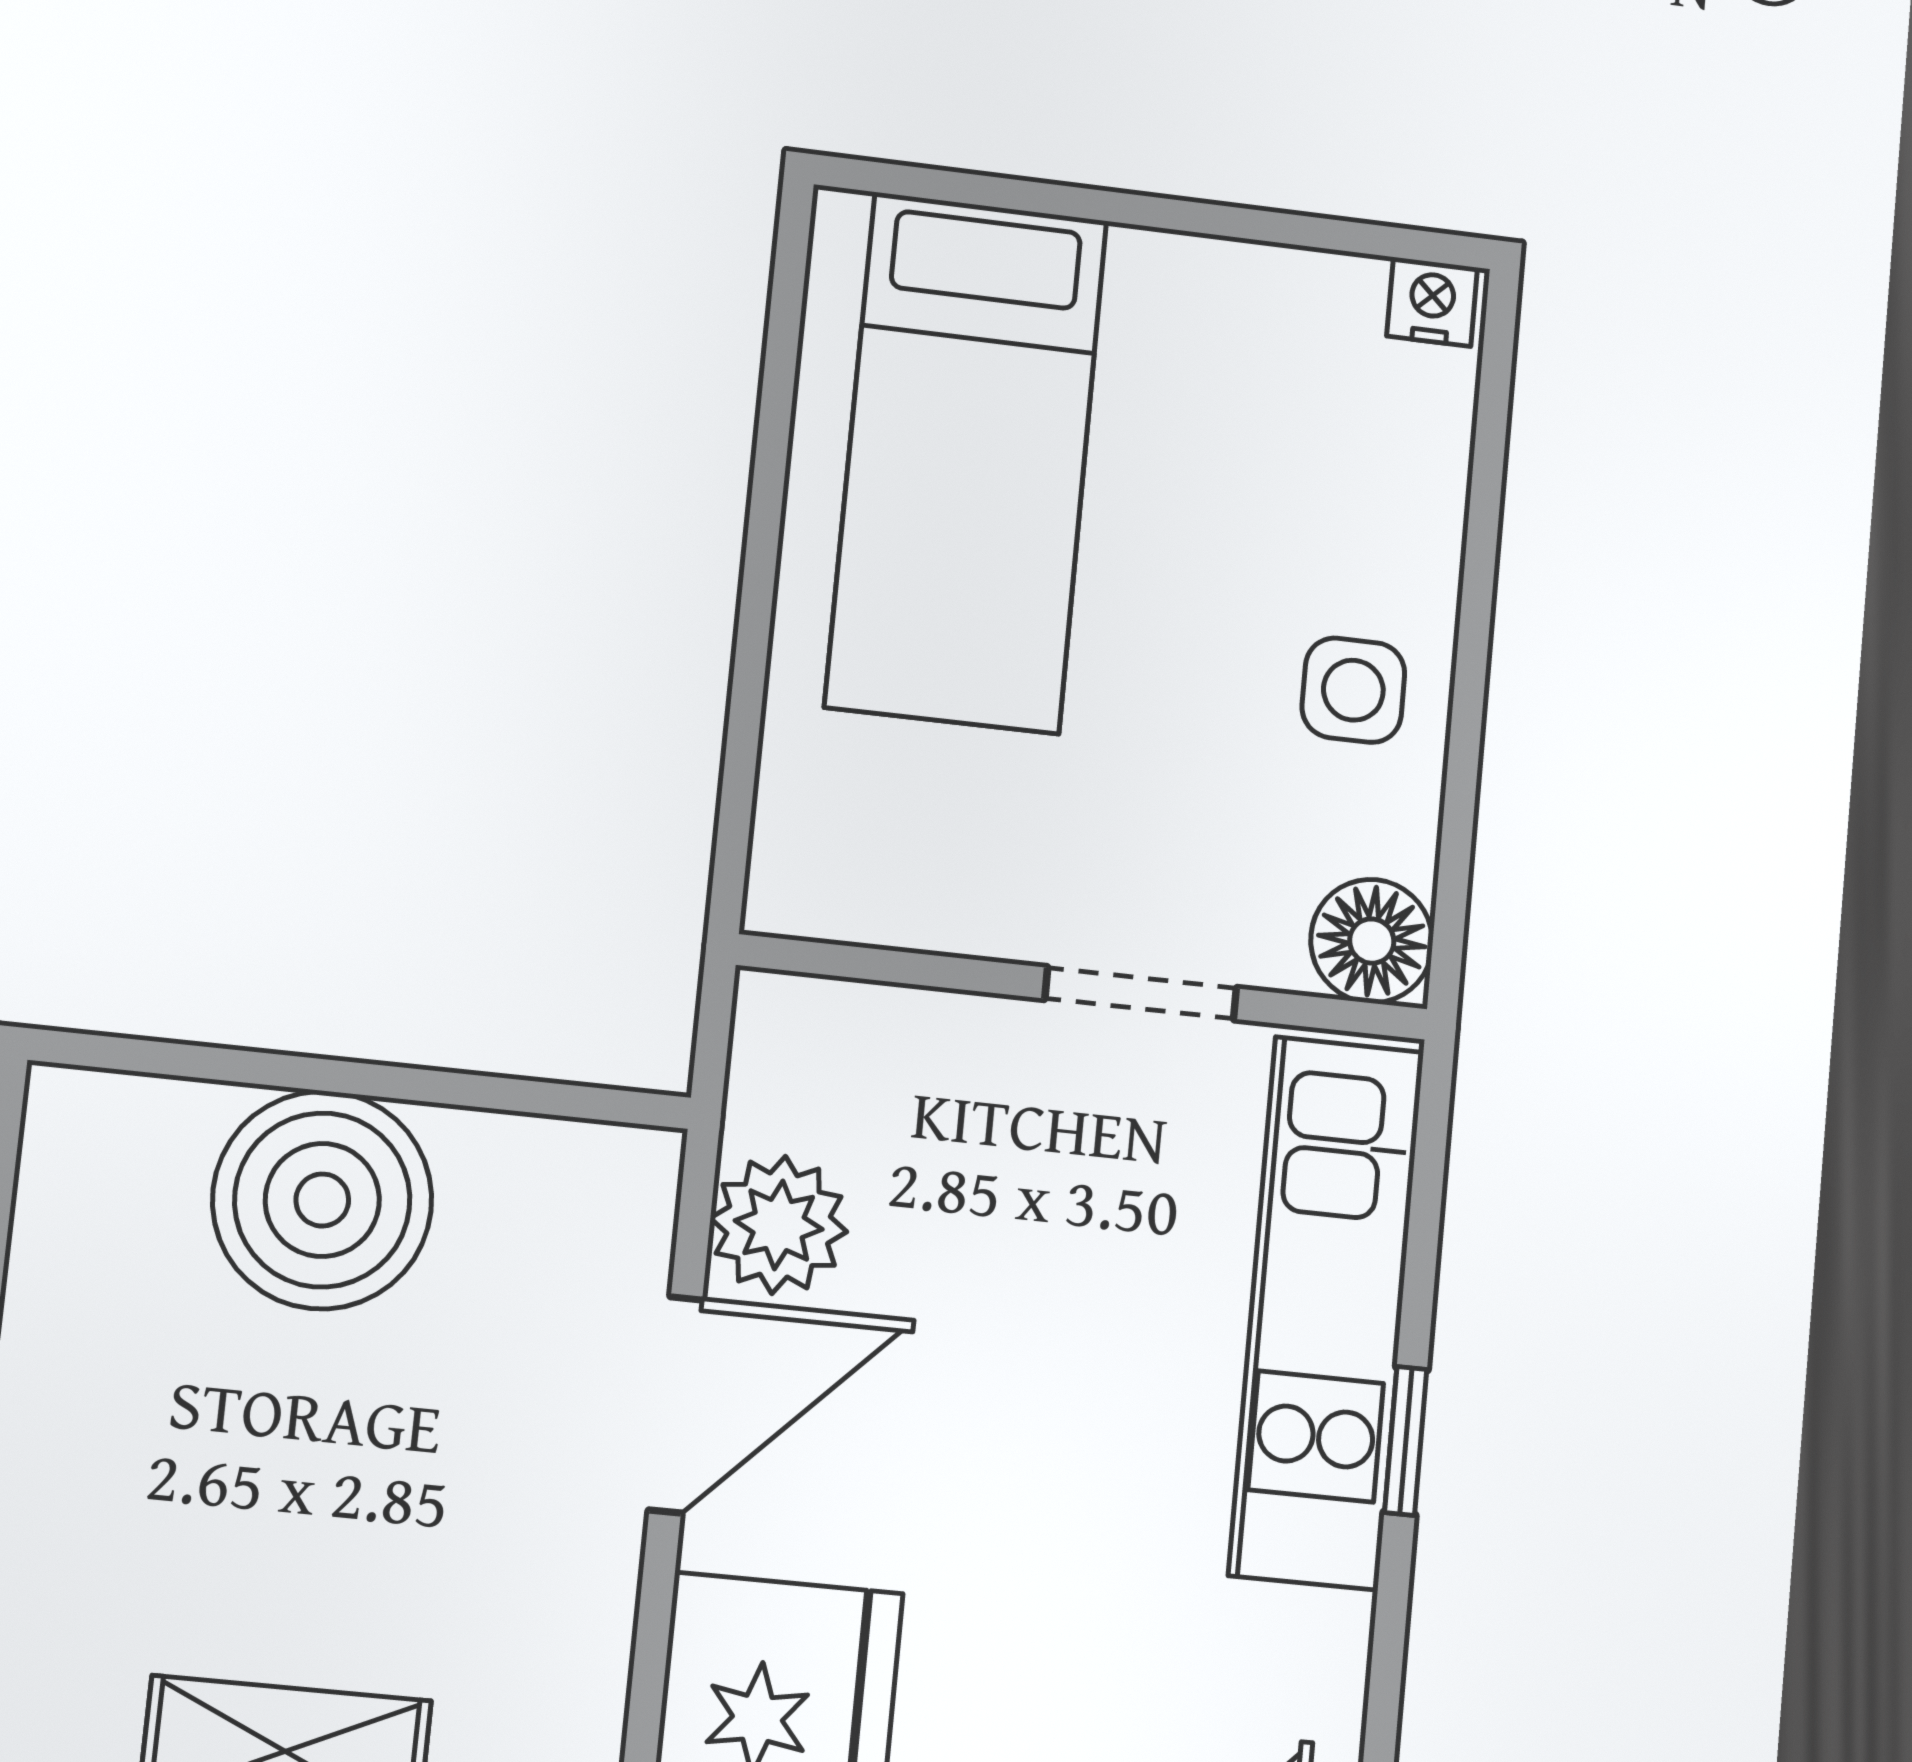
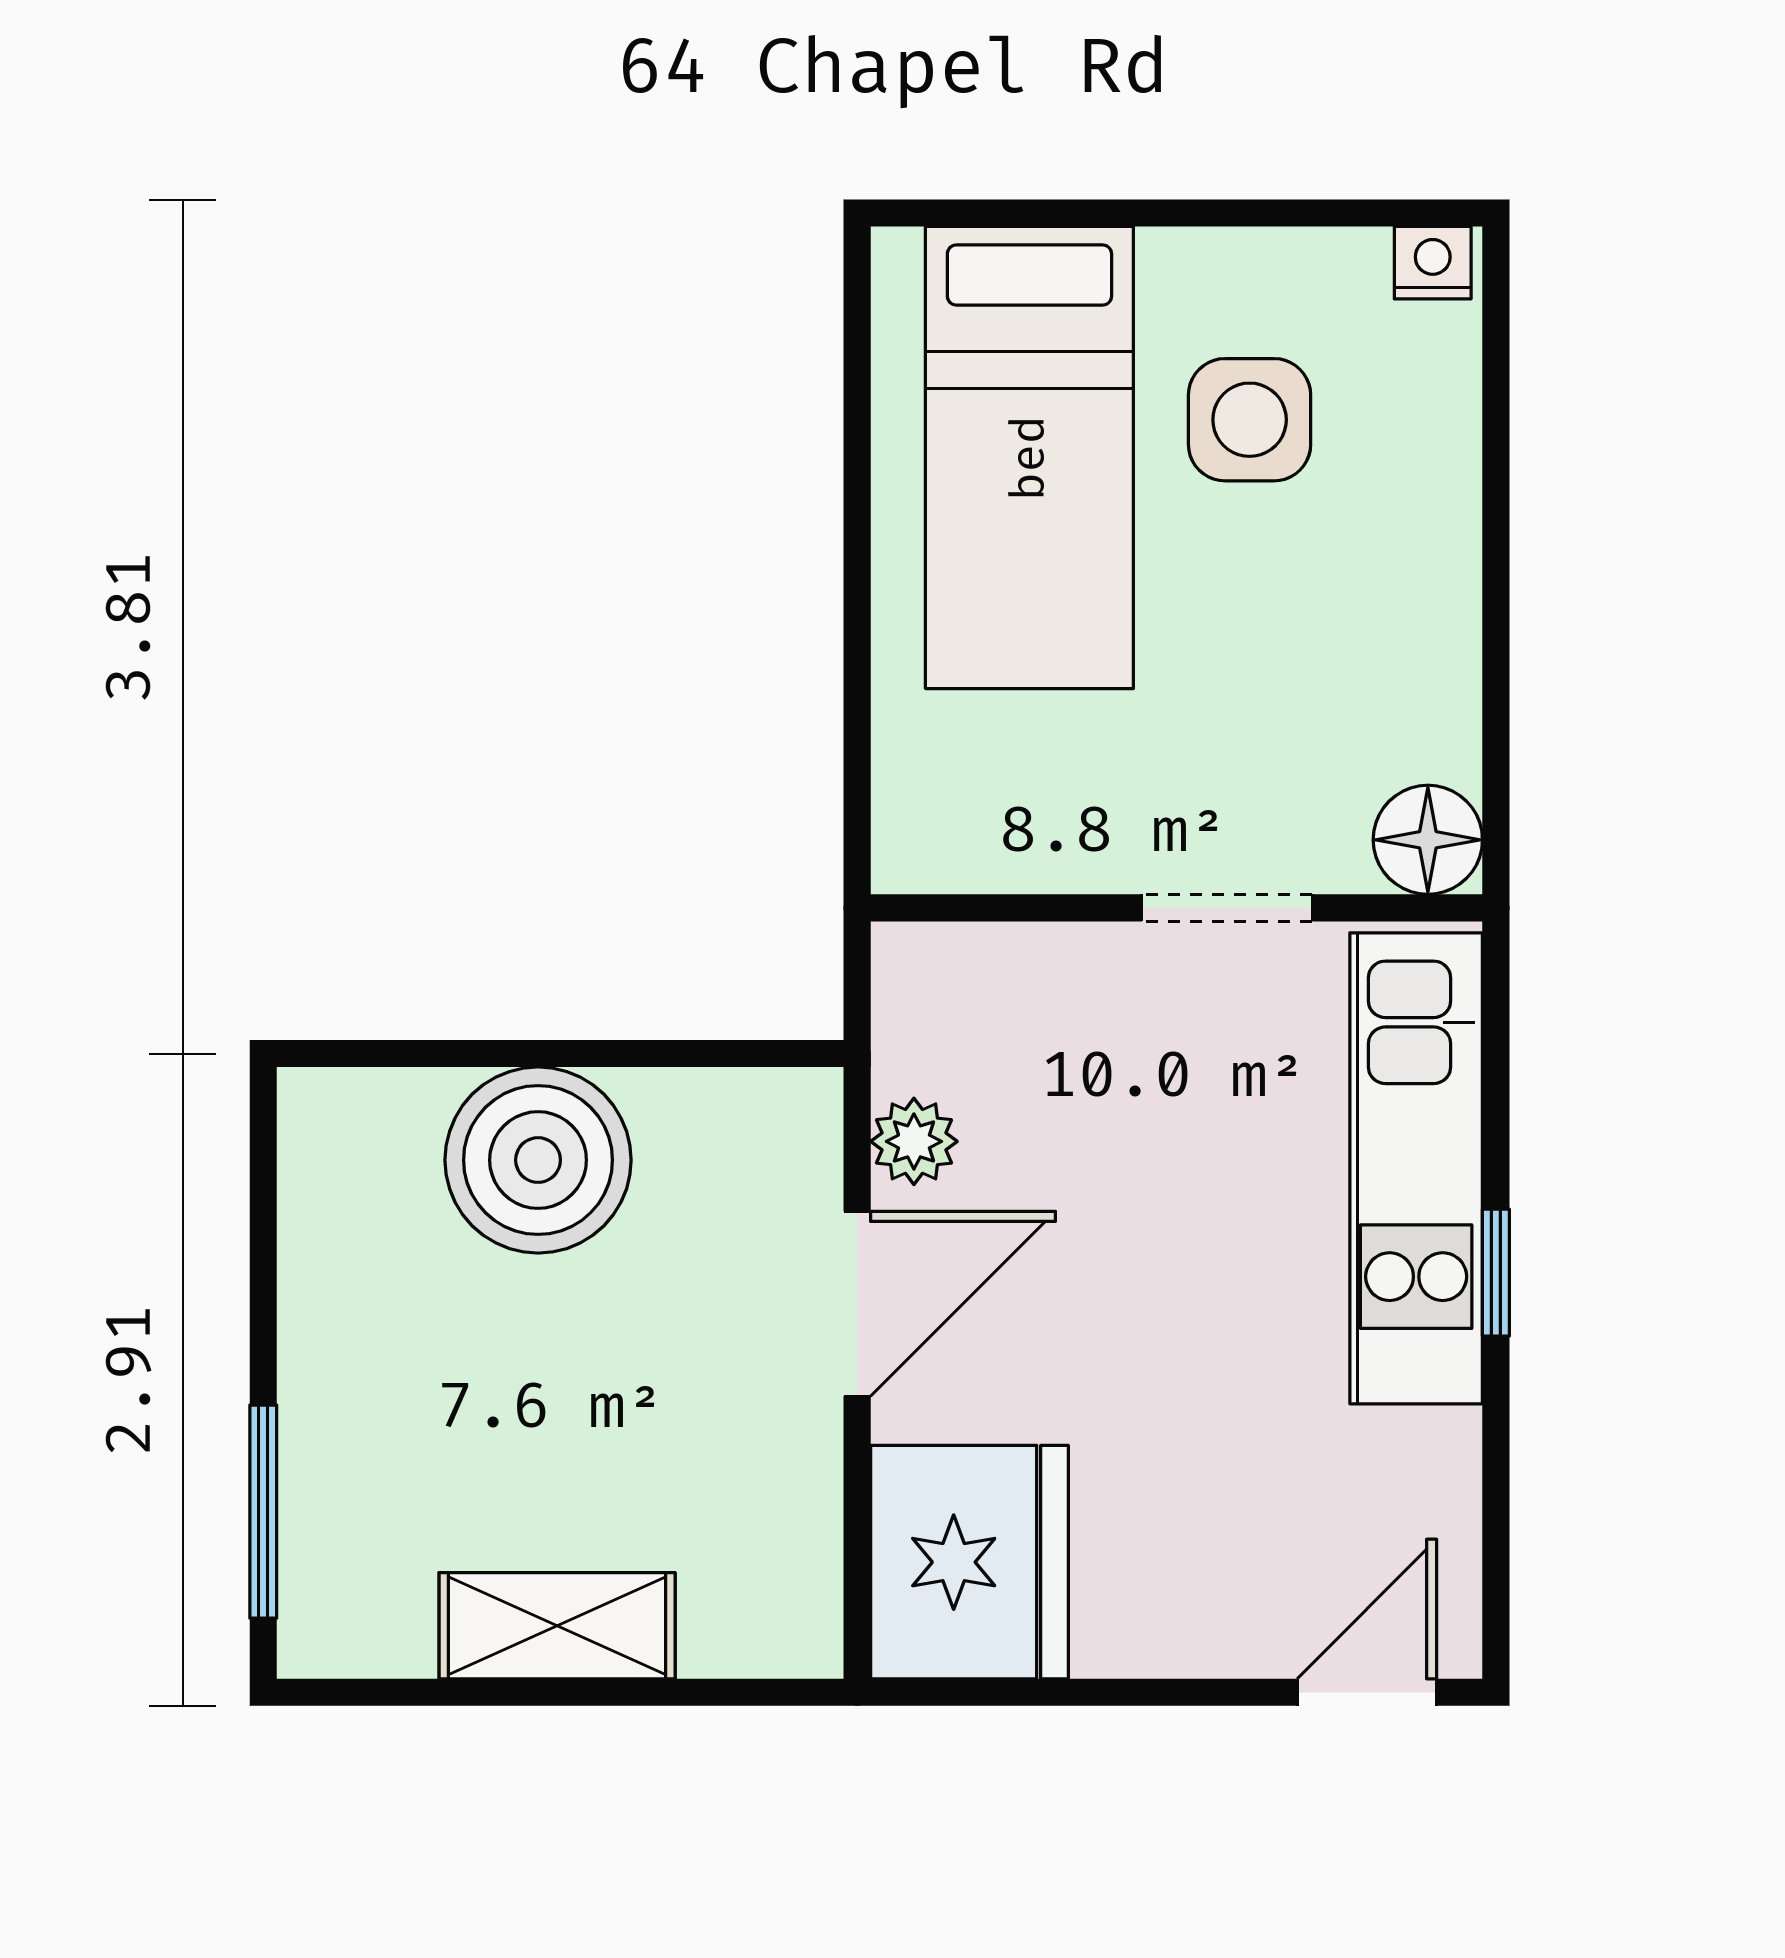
side table: (1353, 690) -> (1250, 420), moved, width x1.37, depth x1.37
plant: (779, 1225) -> (914, 1141), width x0.73, depth x0.73

